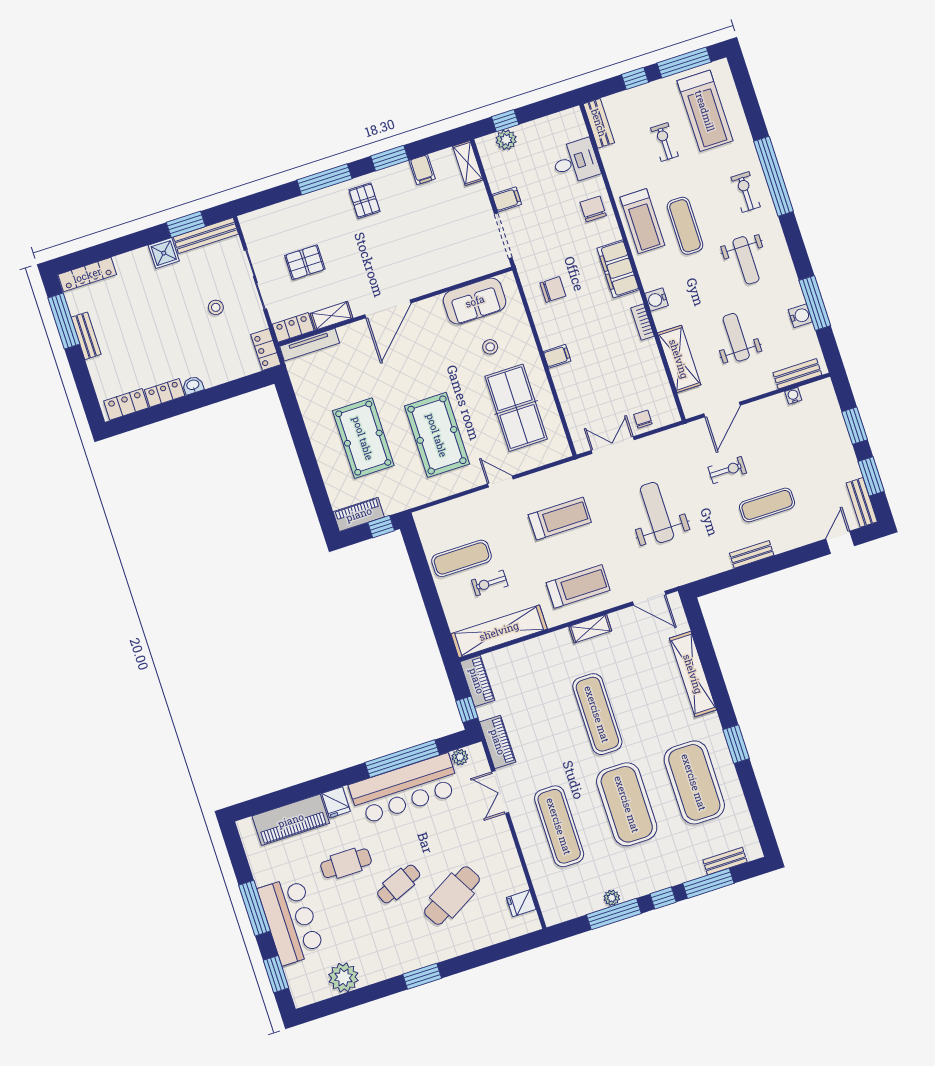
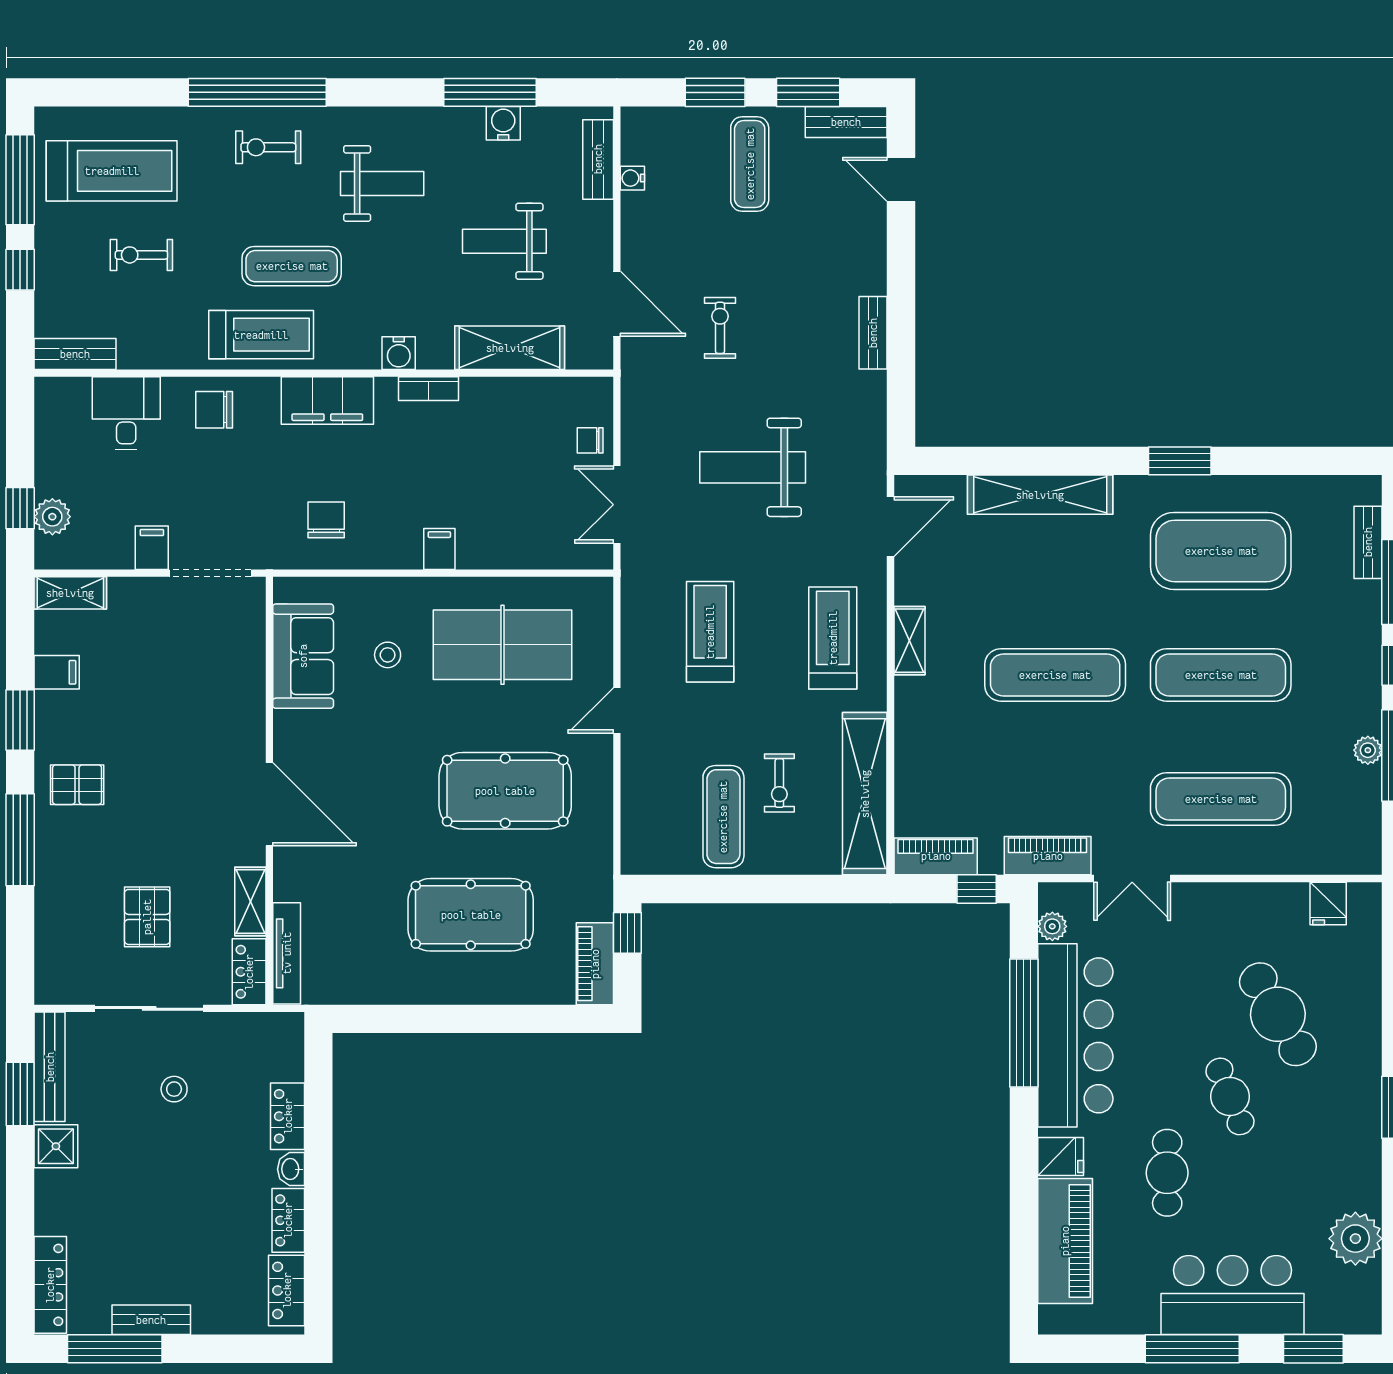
locker: (266, 350) -> (288, 1116), moved, turned 90
exercise mat: (767, 505) -> (750, 164), moved
exercise mat: (627, 804) -> (1221, 675), width x0.68

